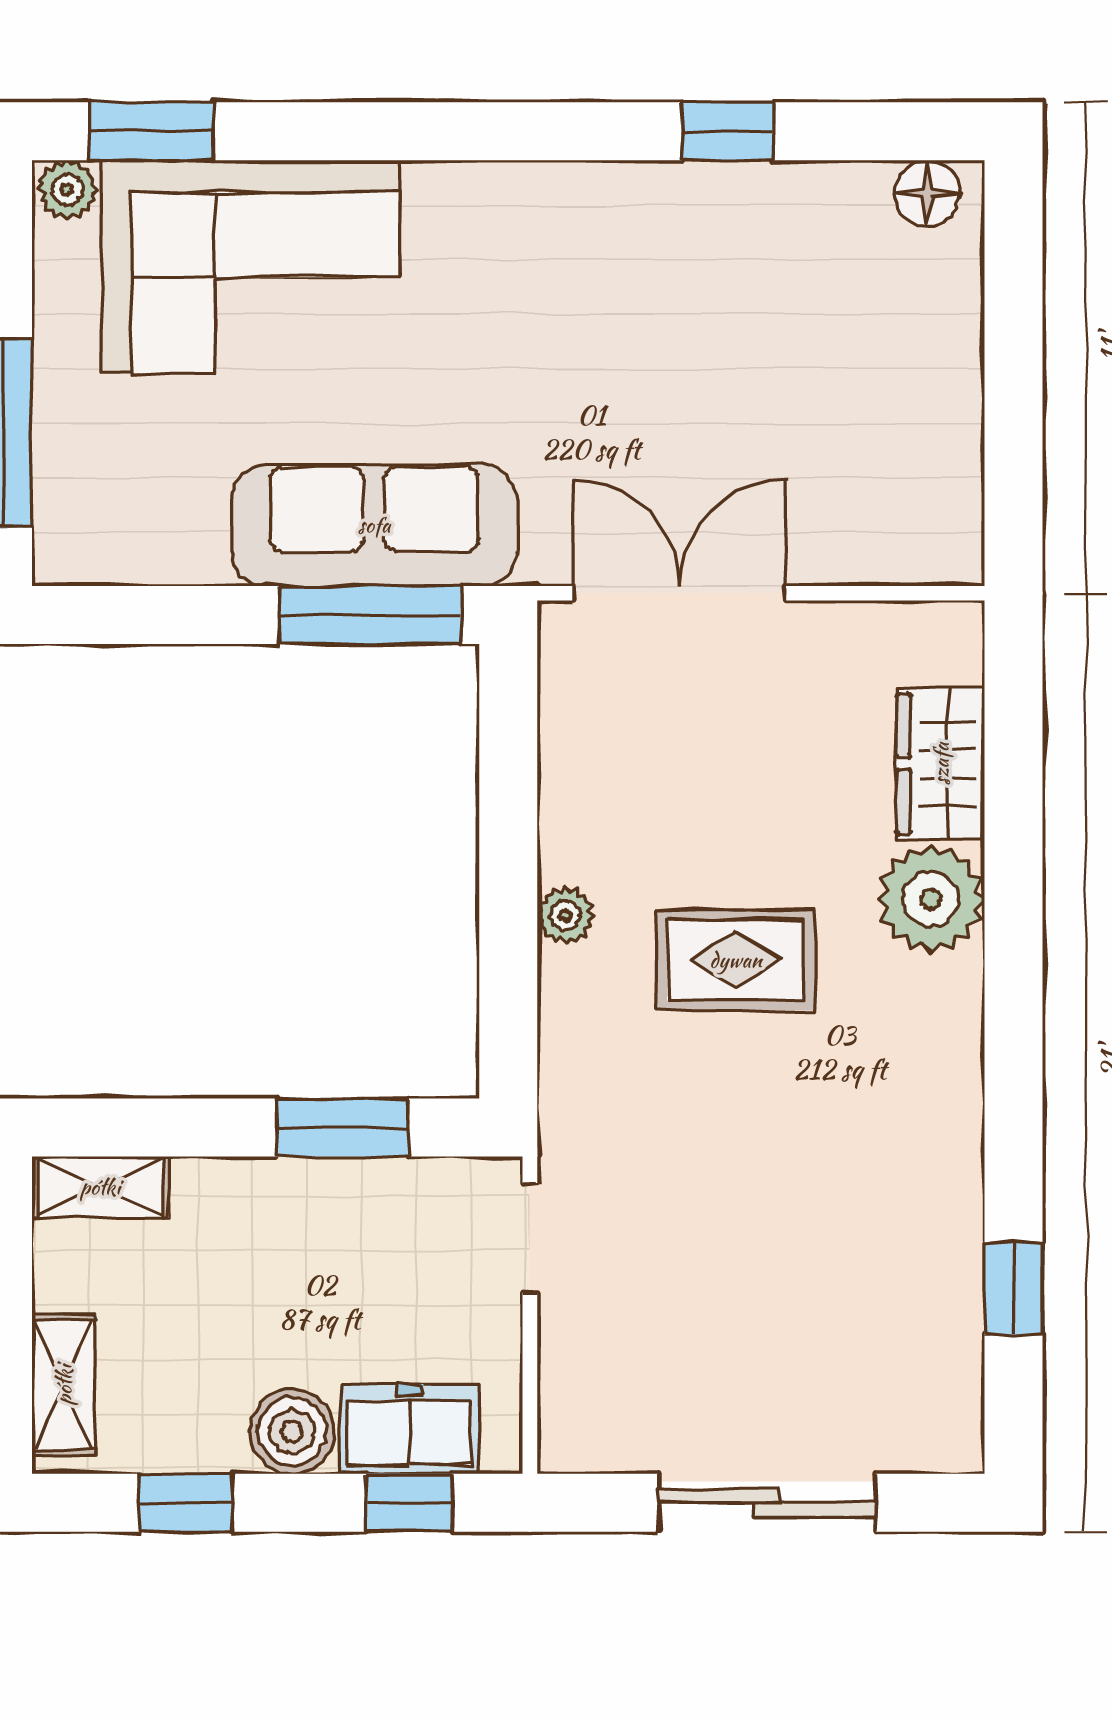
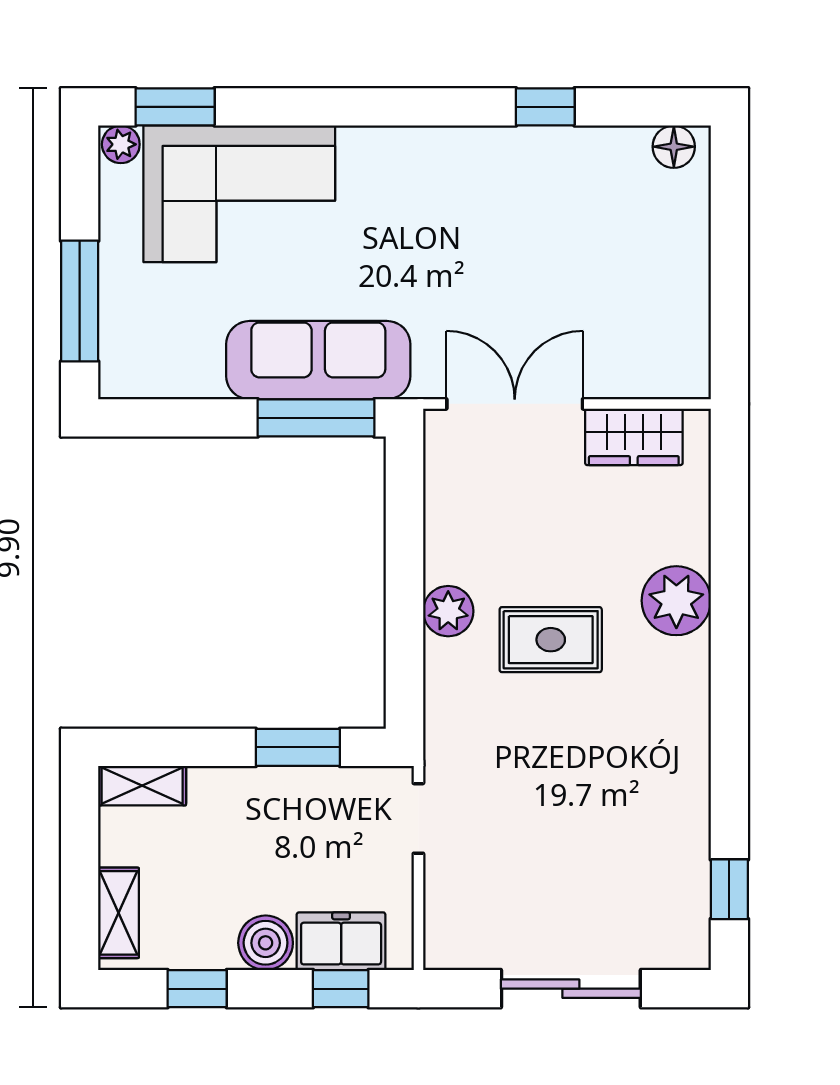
wardrobe: (941, 764) -> (634, 437), moved, turned -90
plant: (566, 916) -> (448, 611), width x1.38, depth x1.38
window: (1014, 1288) -> (729, 889), moved

